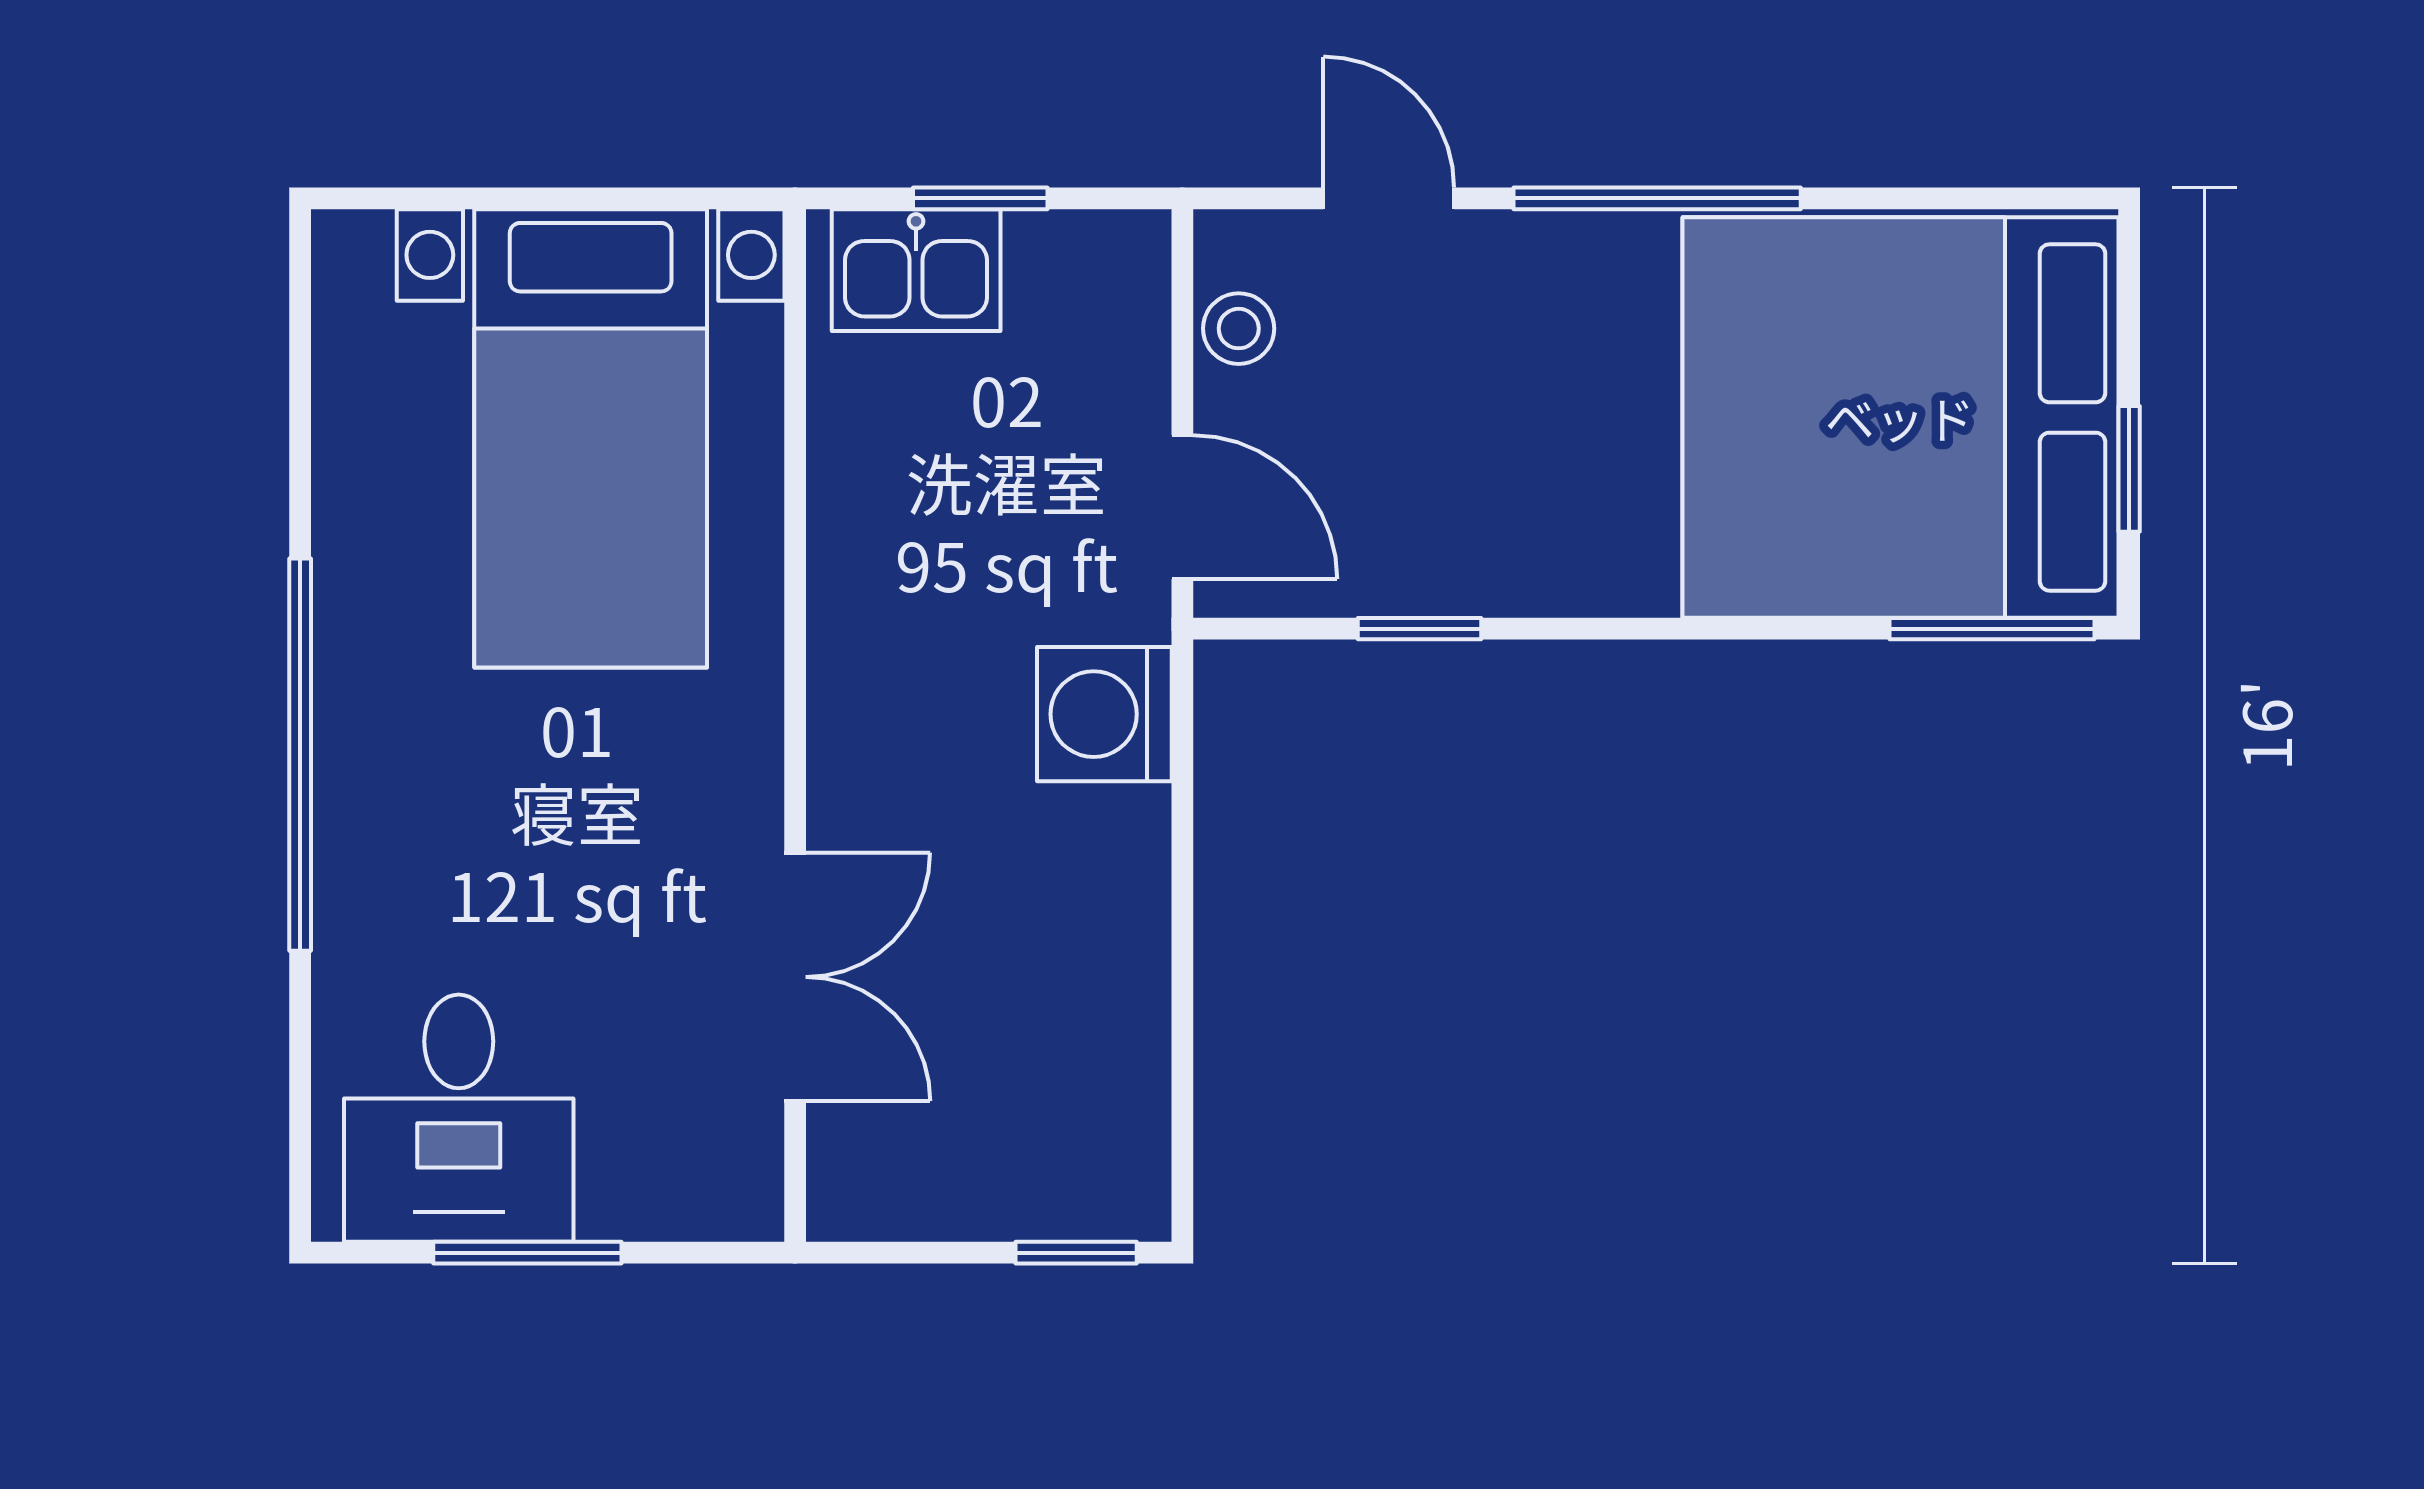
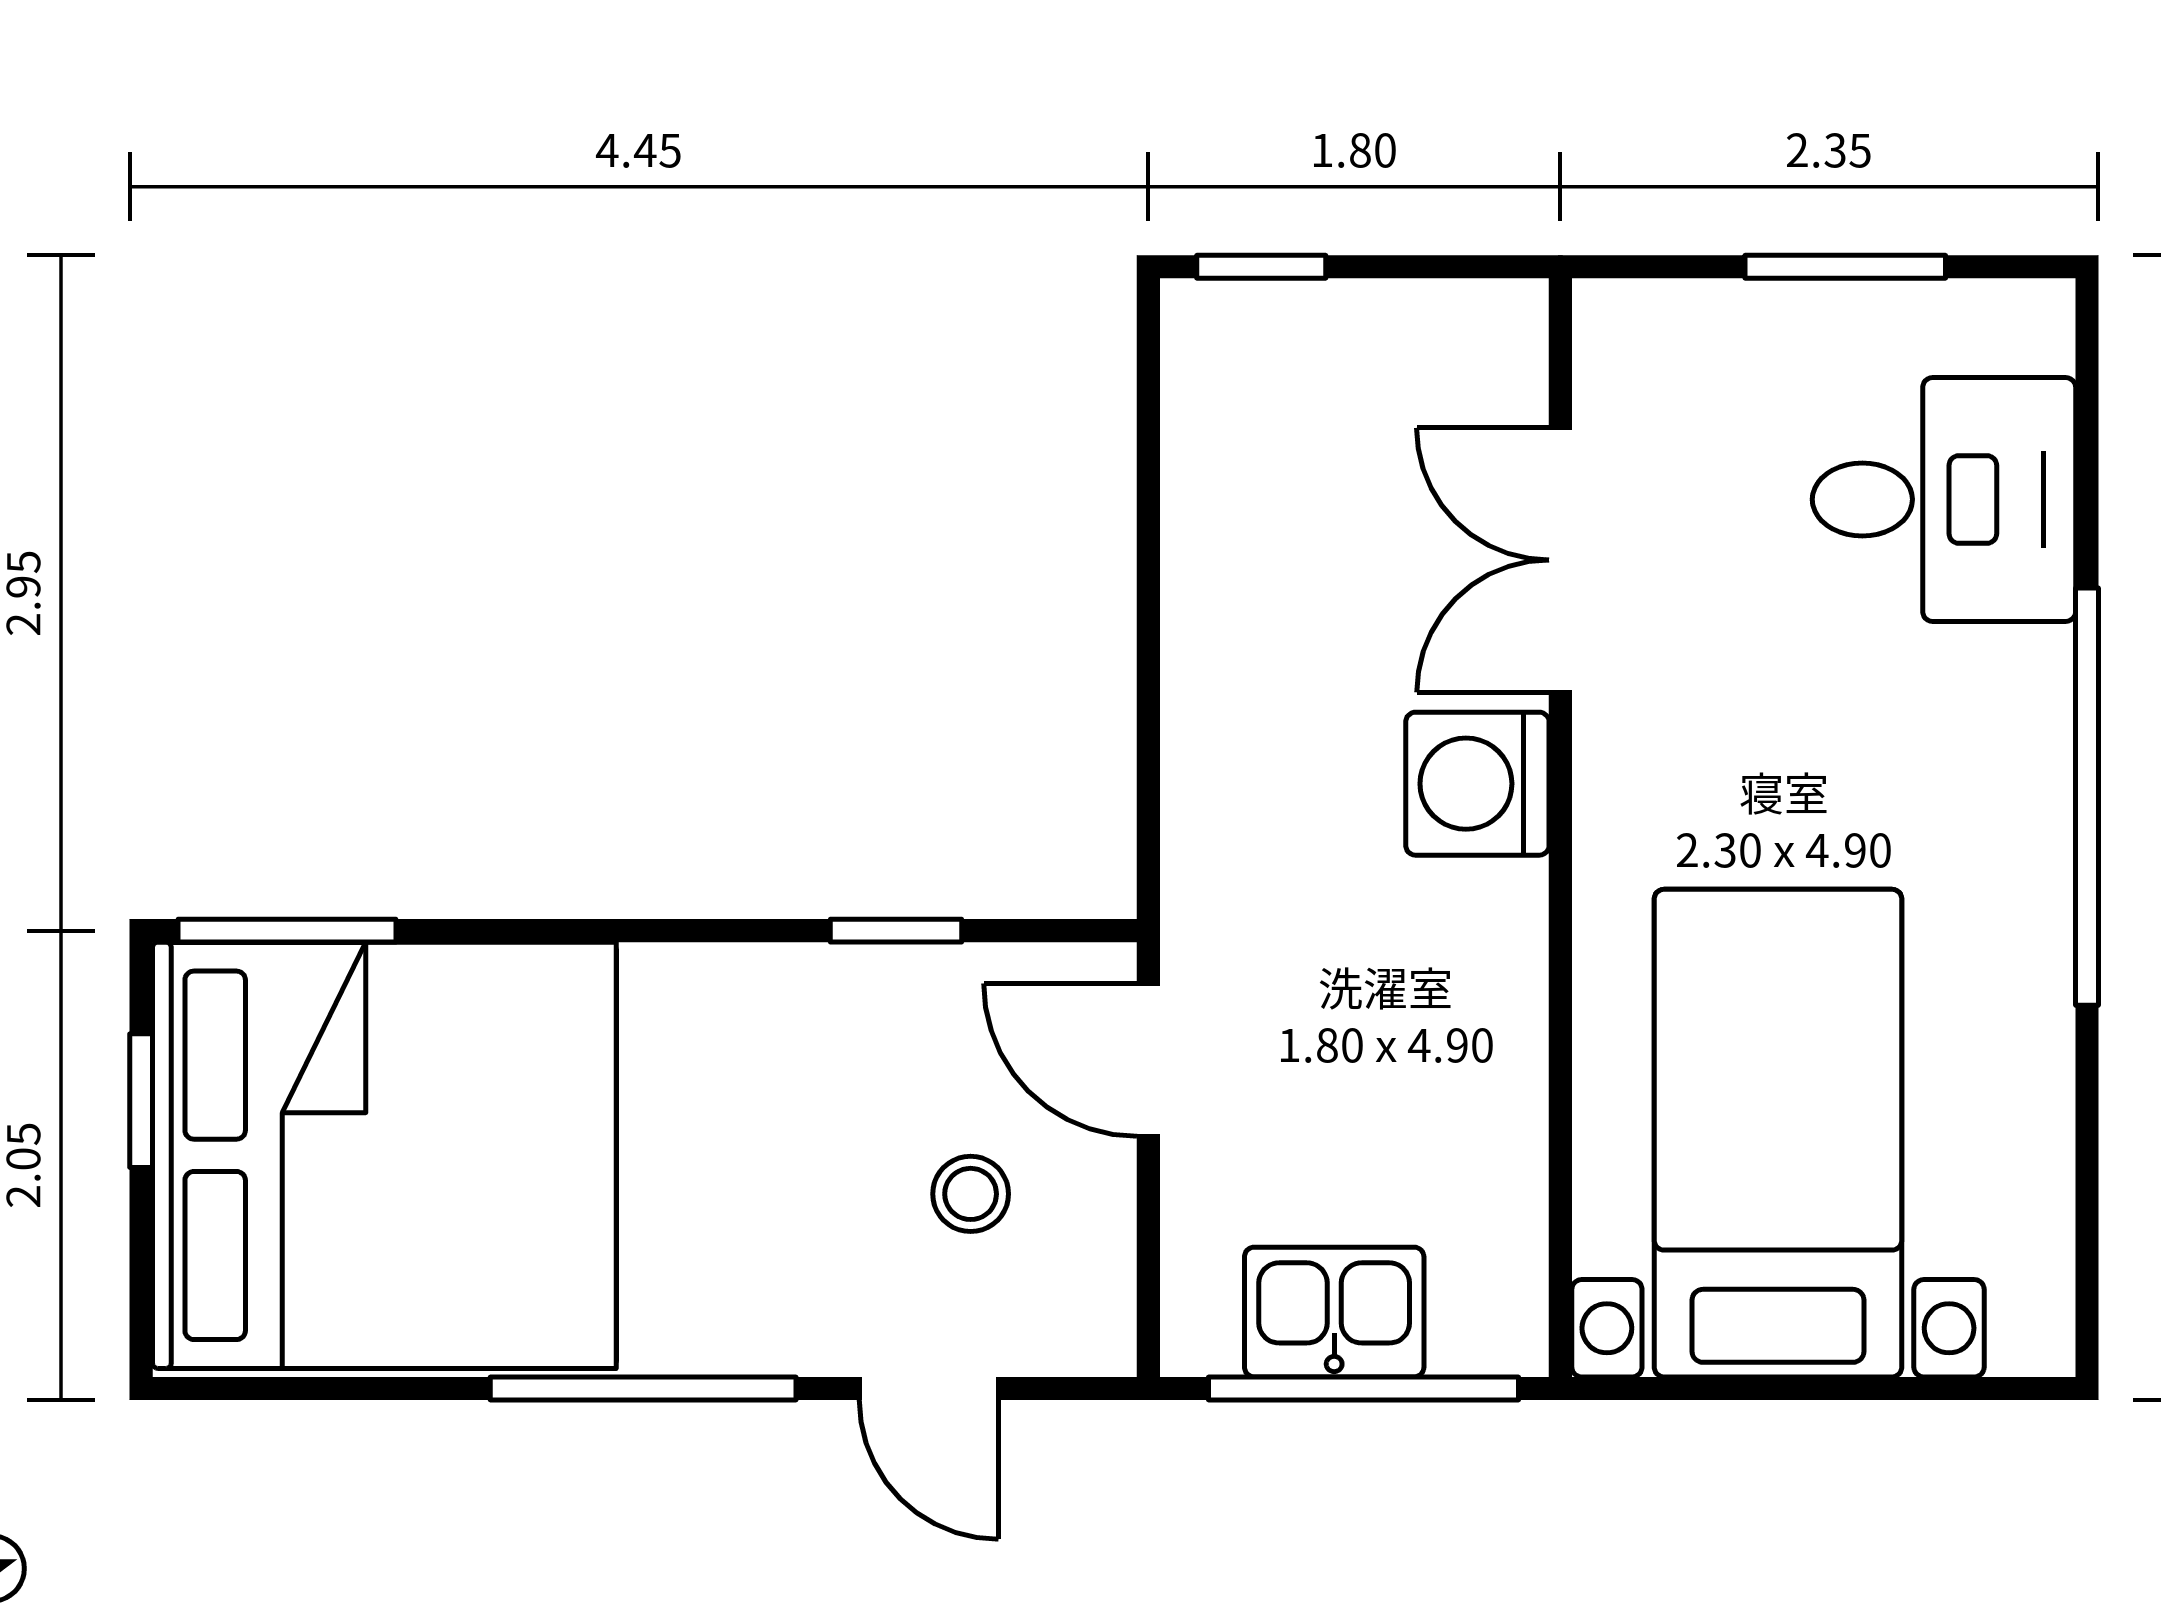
window: (980, 198) -> (1363, 1388), width x2.17
kitchen sink: (916, 270) -> (1334, 1312), moved
stool: (1239, 329) -> (971, 1194), moved
washing machine: (1104, 714) -> (1477, 784), moved, turned 180
desk: (459, 1118) -> (1944, 499), moved, turned 90

